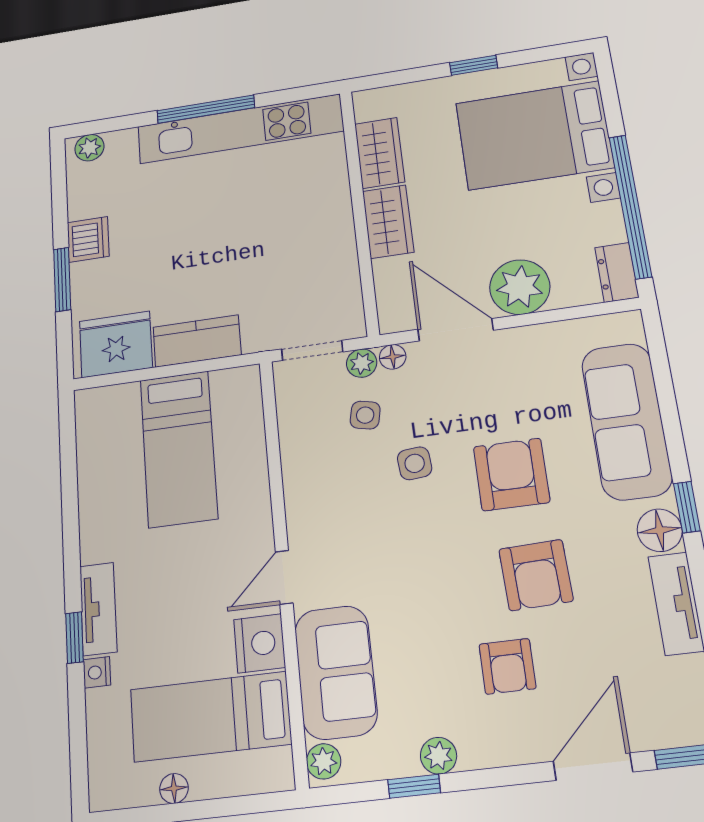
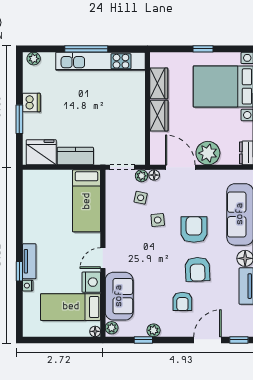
bed: (179, 448) -> (87, 201), moved
floor lamp: (174, 788) -> (95, 331), moved

